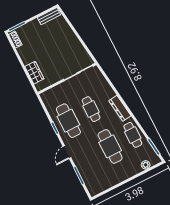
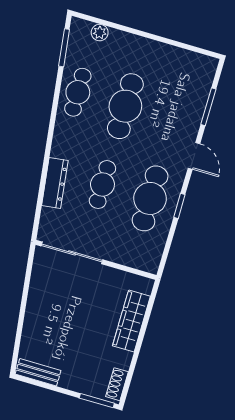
wardrobe: (34, 73) -> (131, 321), width x1.50
dresser: (120, 108) -> (55, 183), moved
door: (67, 152) -> (194, 156), hinge flipped

